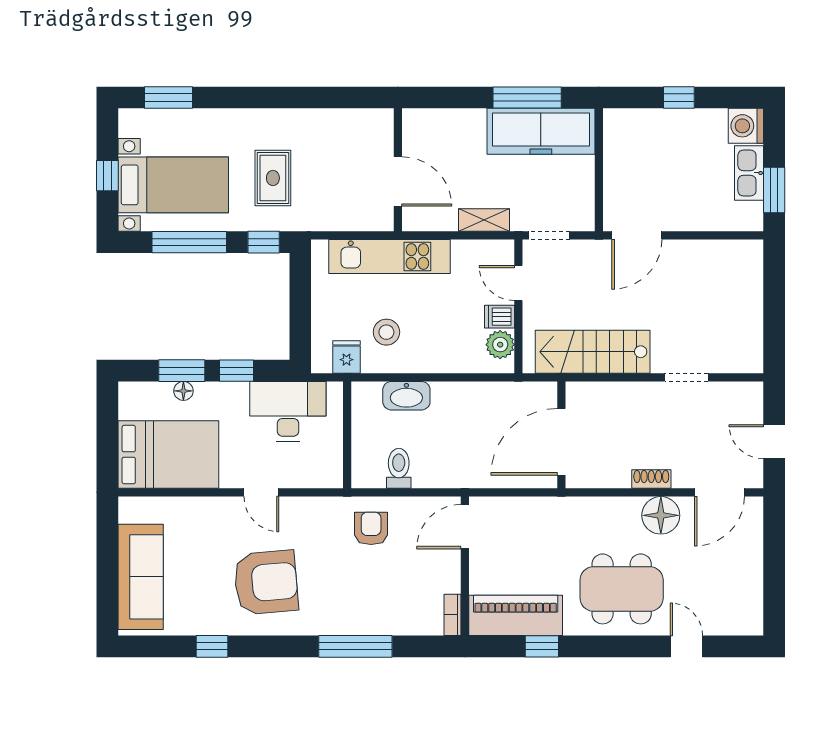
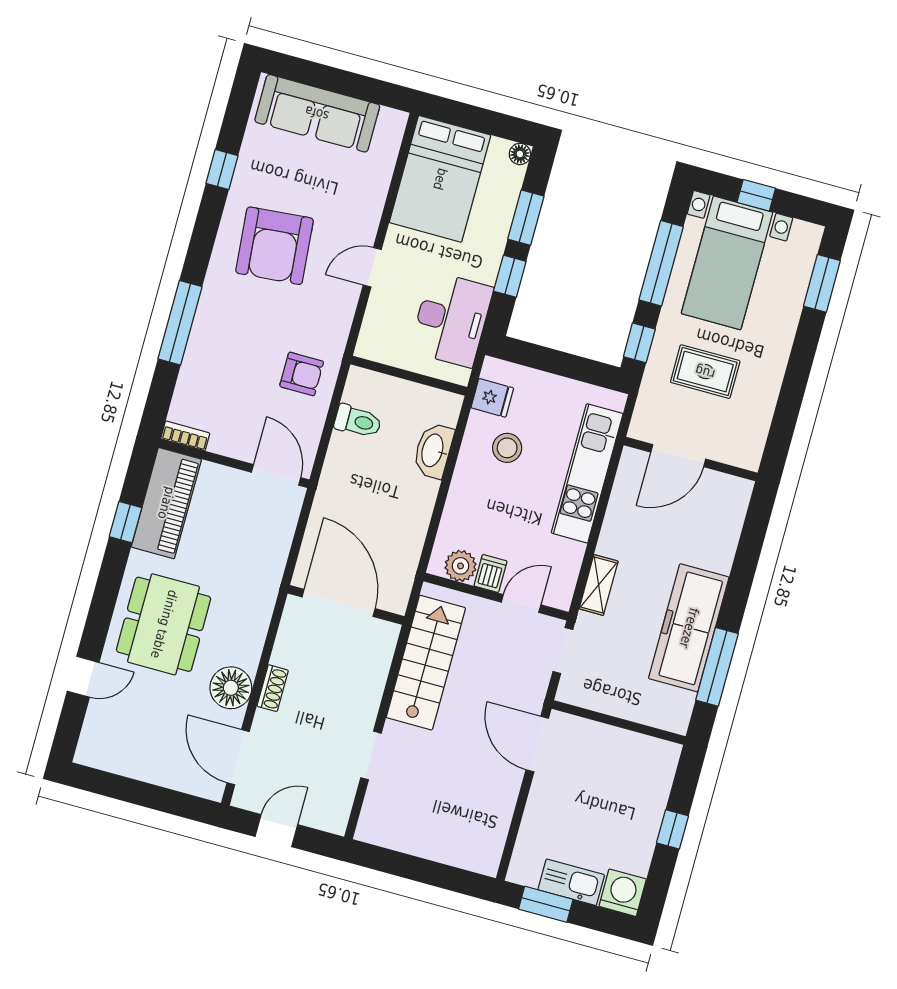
freezer: (541, 131) -> (689, 628), moved
wall: (398, 170) -> (691, 459), moved
door: (398, 181) -> (678, 456), moved
floor lamp: (183, 391) -> (520, 154), moved

